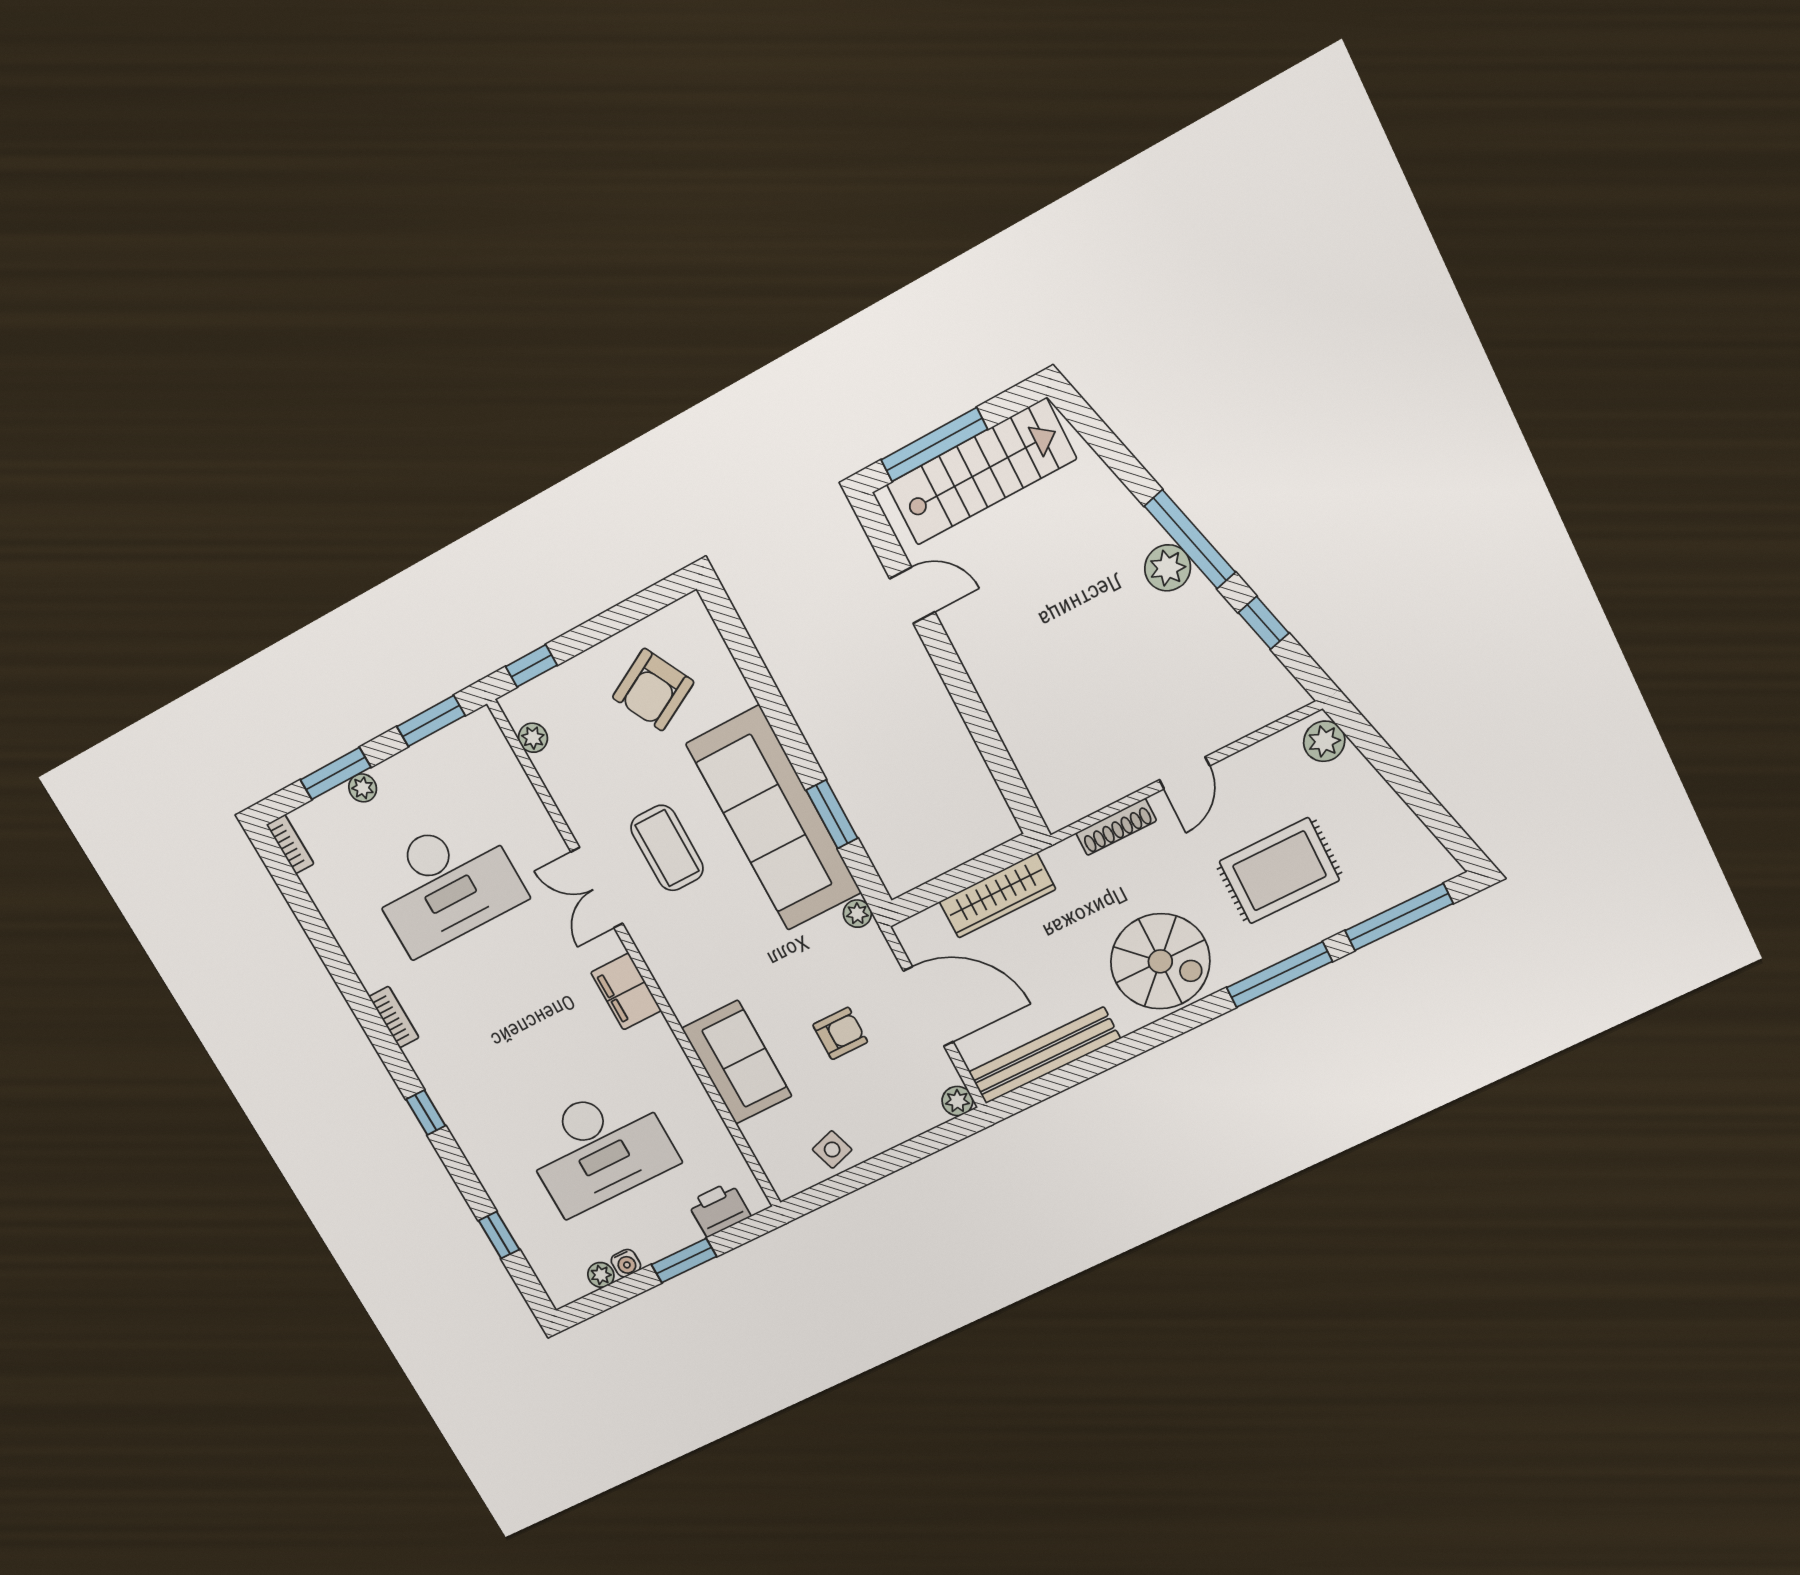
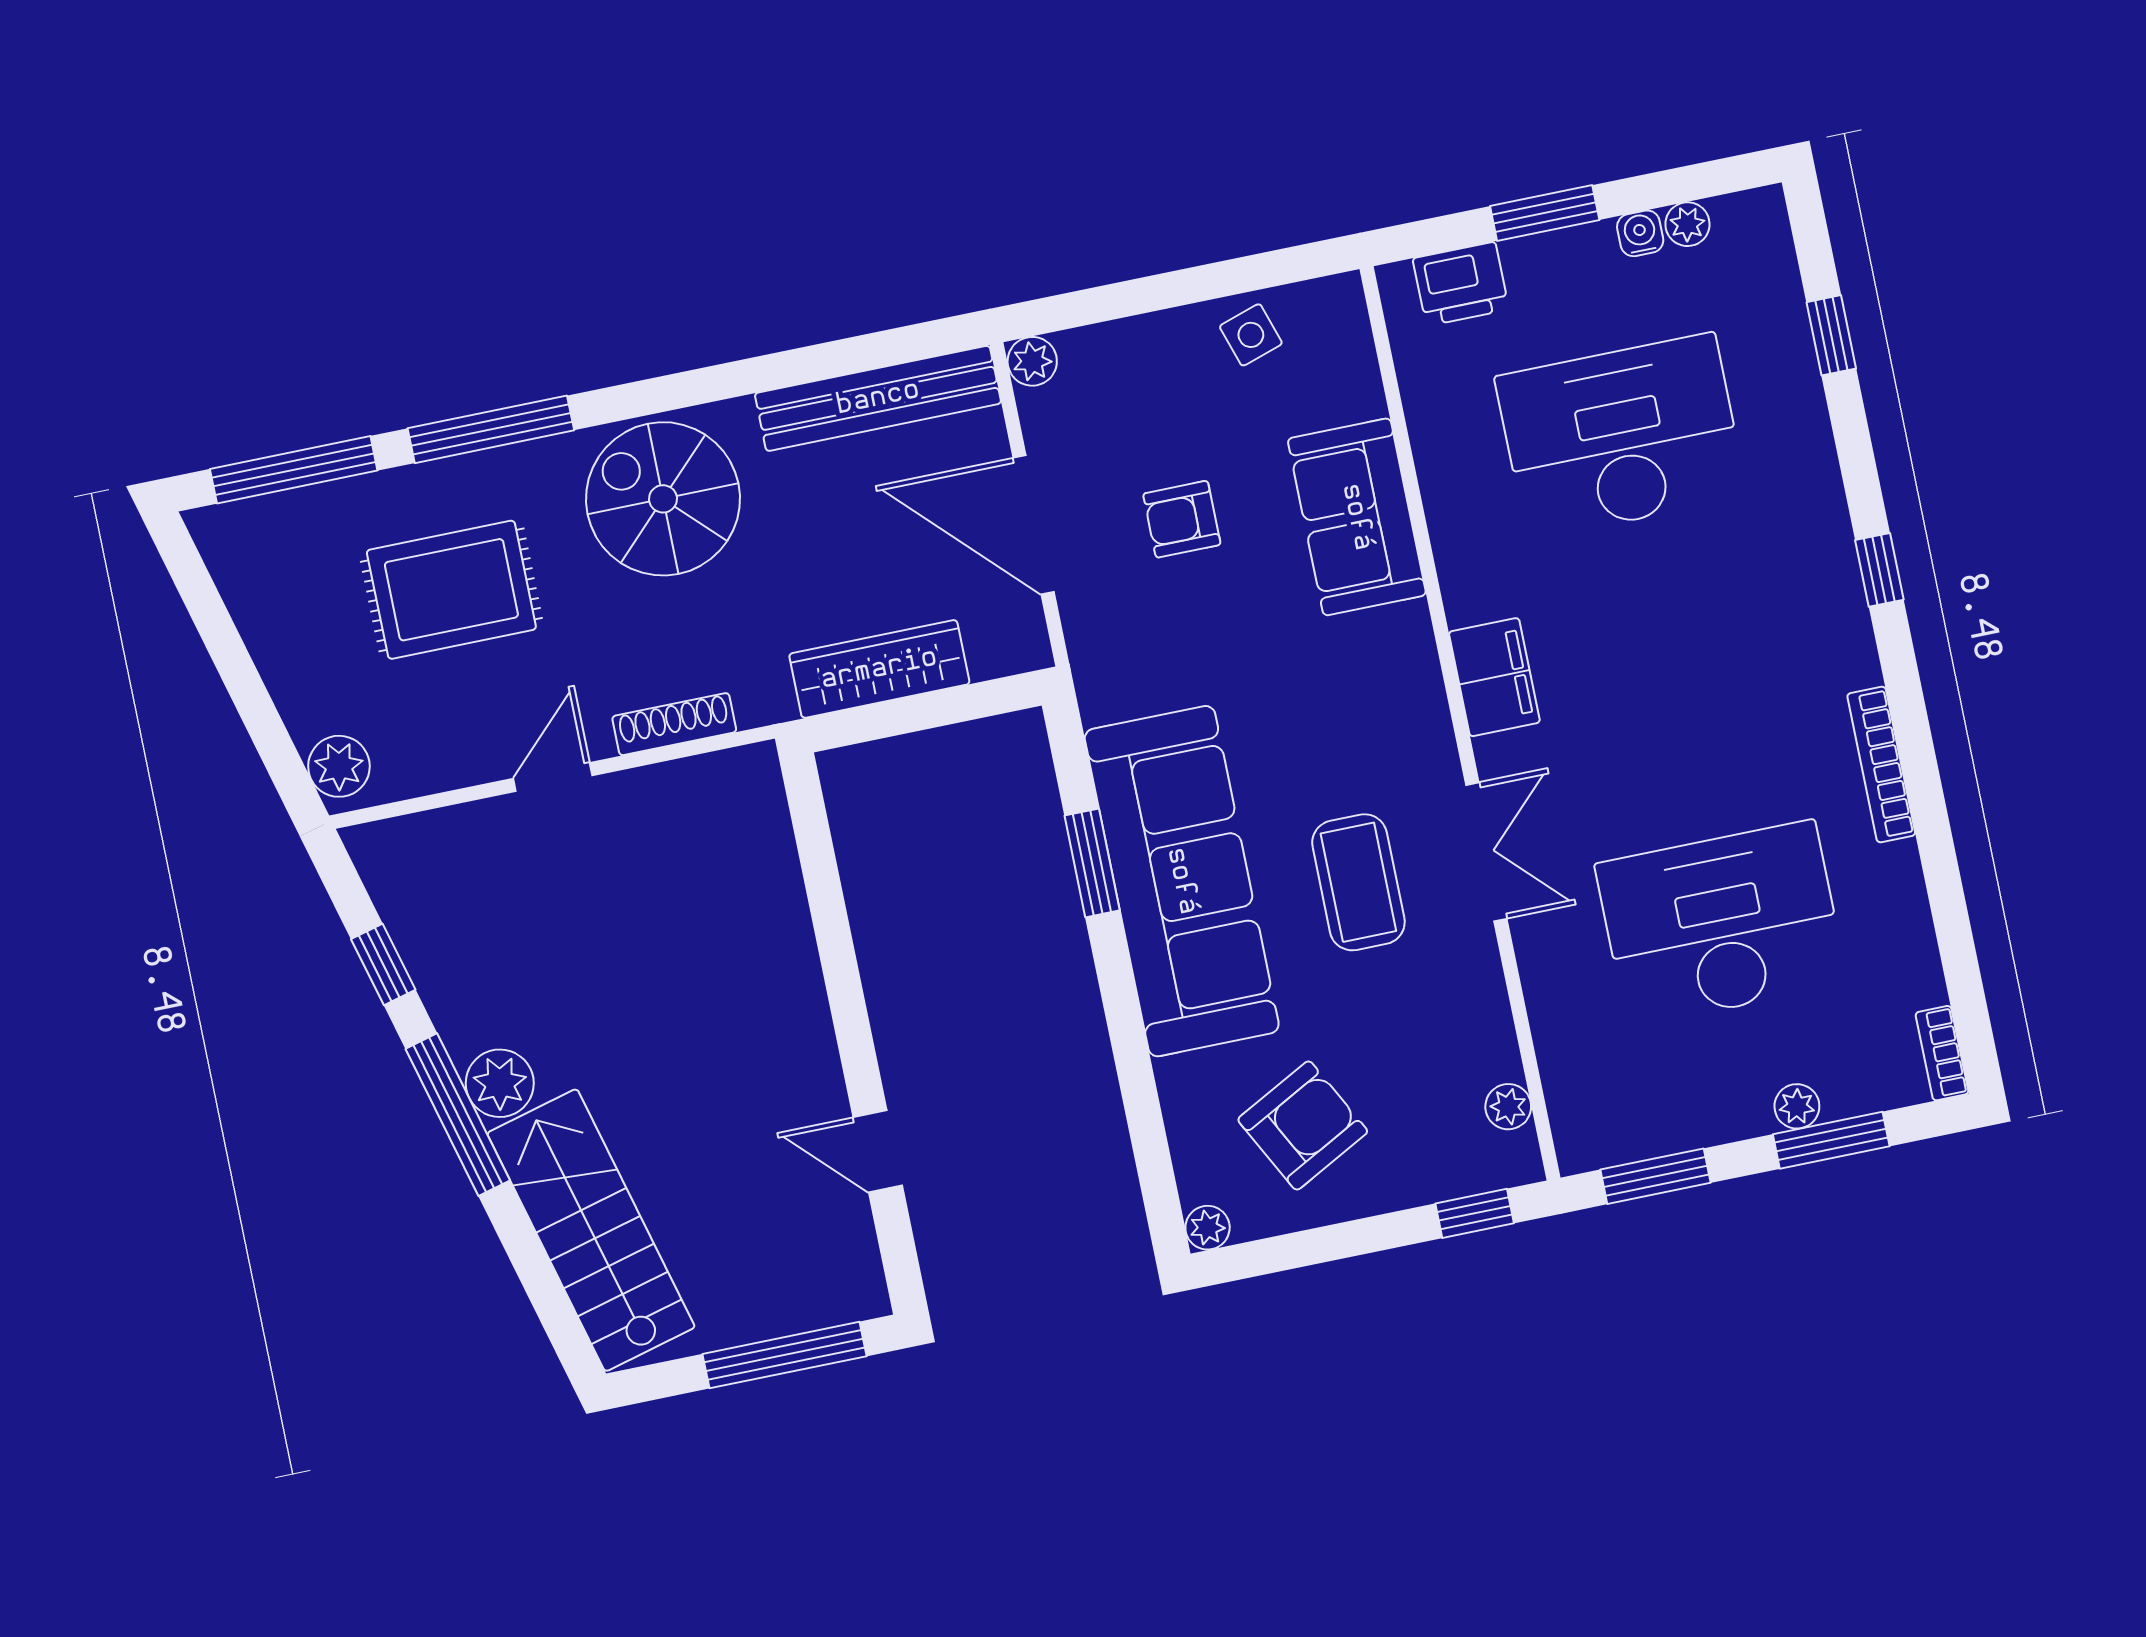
stairs: (981, 472) -> (591, 1230), moved, turned 75
plant: (857, 914) -> (1208, 1228), moved
bookcase: (394, 1017) -> (1881, 765), width x1.56

